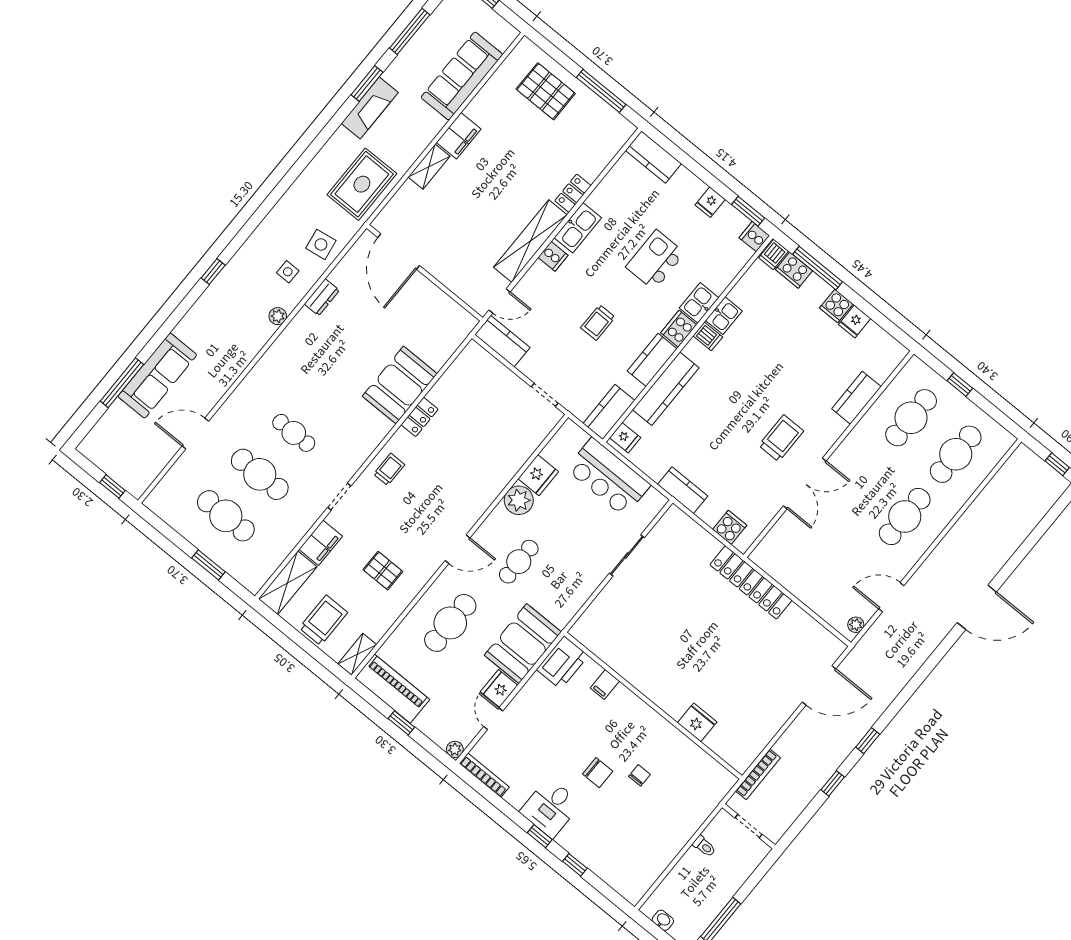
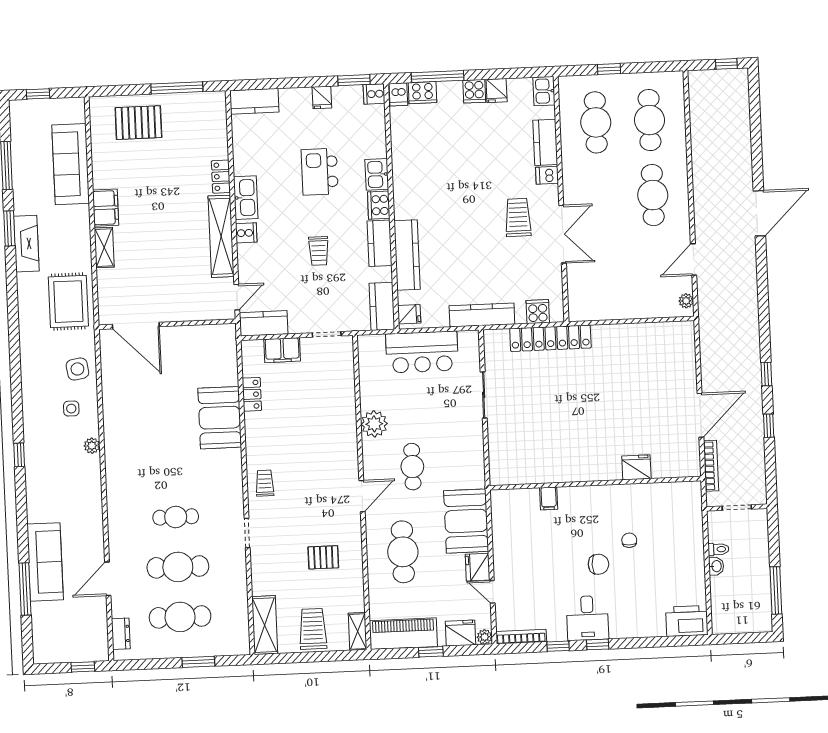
dresser: (322, 297) -> (121, 634), moved
kitchen sink: (724, 316) -> (544, 91), moved, turned 180
dishwasher: (708, 336) -> (547, 175), moved, turned 180
locker: (420, 417) -> (252, 394), moved
fridge: (538, 475) -> (460, 633), moved, turned -90
kitchen counter: (683, 490) -> (482, 315), width x1.50
filing cabinet: (321, 543) -> (282, 350), moved, turned 90
locker: (751, 582) -> (550, 338), moved
printer: (562, 663) -> (687, 621), moved, turned -90
door: (819, 685) -> (700, 415), moved
window: (575, 865) -> (558, 646), moved
washbasin: (663, 920) -> (716, 566), moved, turned 90

